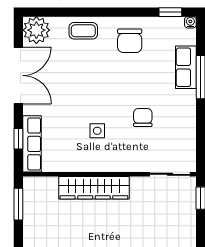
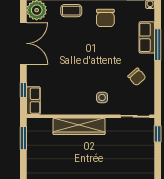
chair: (143, 118) -> (137, 77), moved, turned 139
side table: (97, 131) -> (102, 97), moved
row of seats: (32, 144) -> (33, 101), width x0.68

